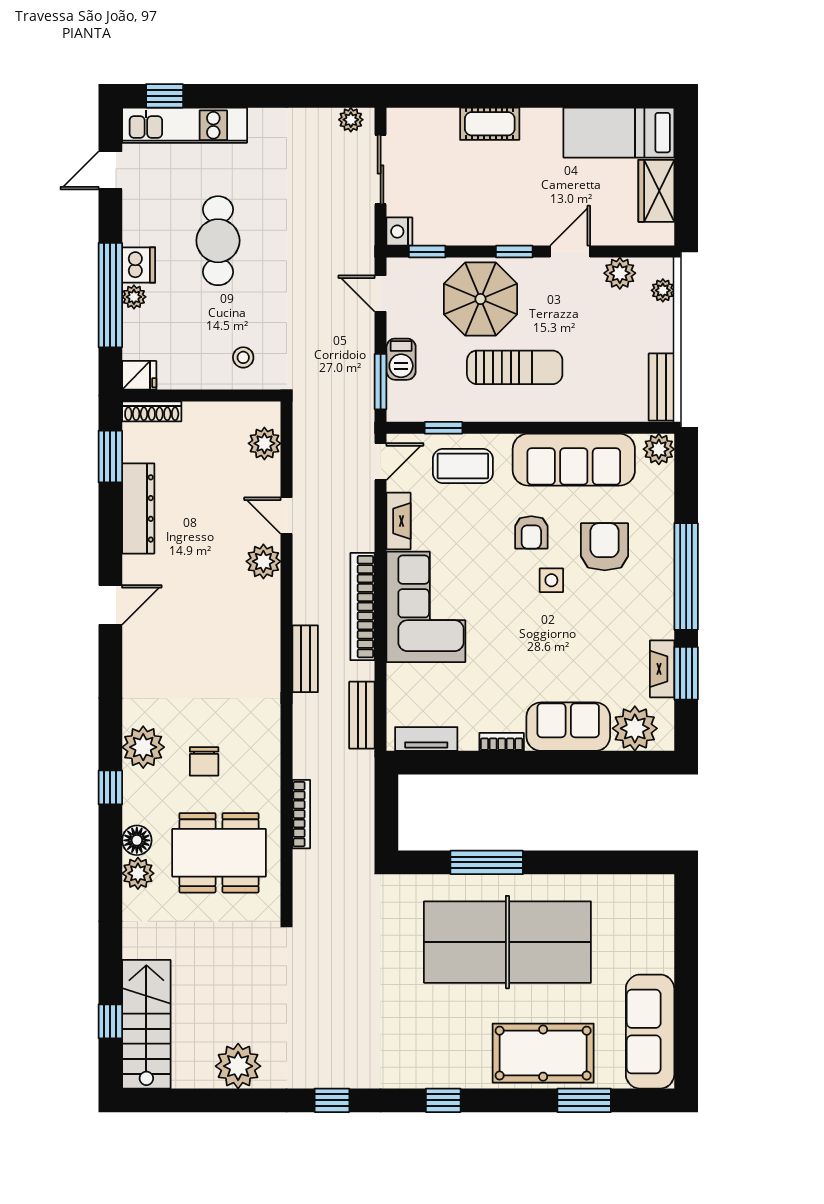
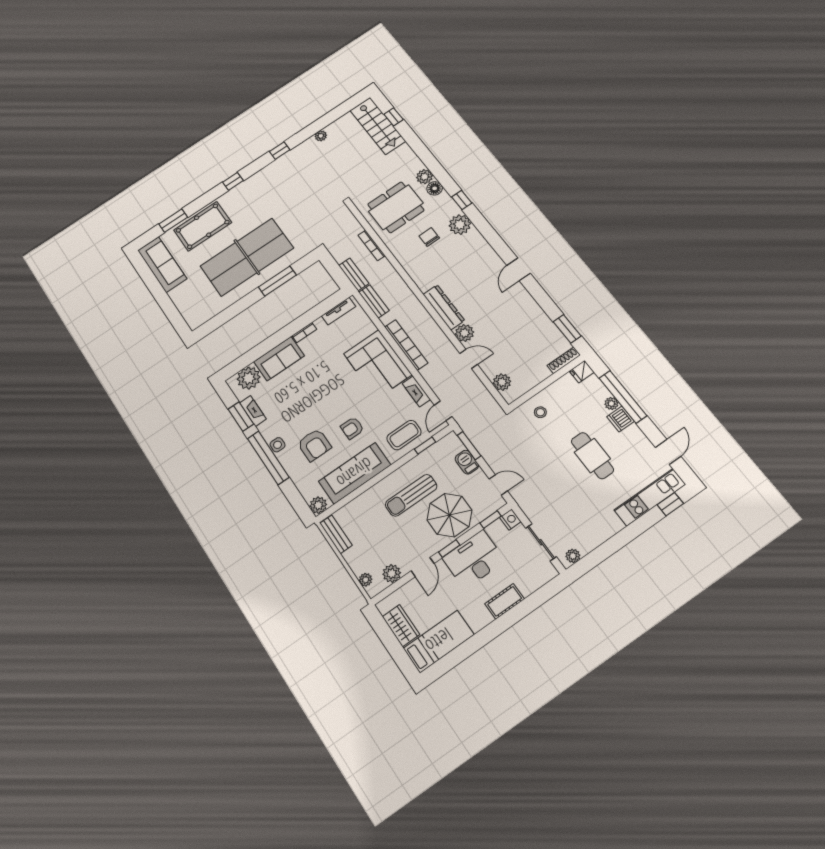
desk: (491, 212) -> (474, 559), added
dresser: (138, 508) -> (444, 307), moved, turned 180
armchair: (531, 532) -> (352, 428), turned -90
side table: (551, 580) -> (278, 445), moved
bench: (305, 659) -> (354, 274), moved
plant: (238, 1066) -> (321, 136), width x0.53, depth x0.53

